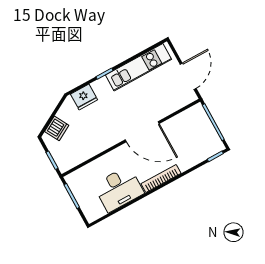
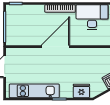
door: (142, 132) -> (55, 47), hinge flipped

